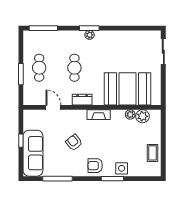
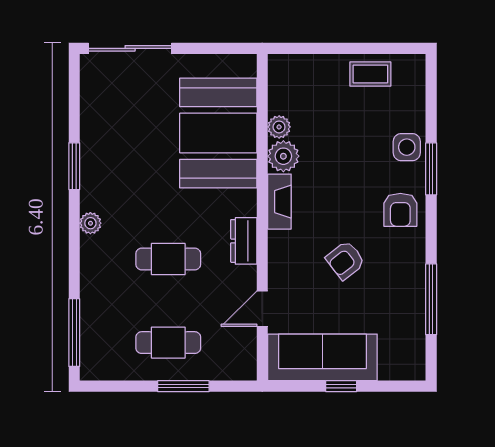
window: (89, 28) -> (74, 166), moved
sliding door: (163, 52) -> (130, 48), width x1.37
plant: (142, 116) -> (283, 156), moved
sofa: (33, 153) -> (322, 357), moved

